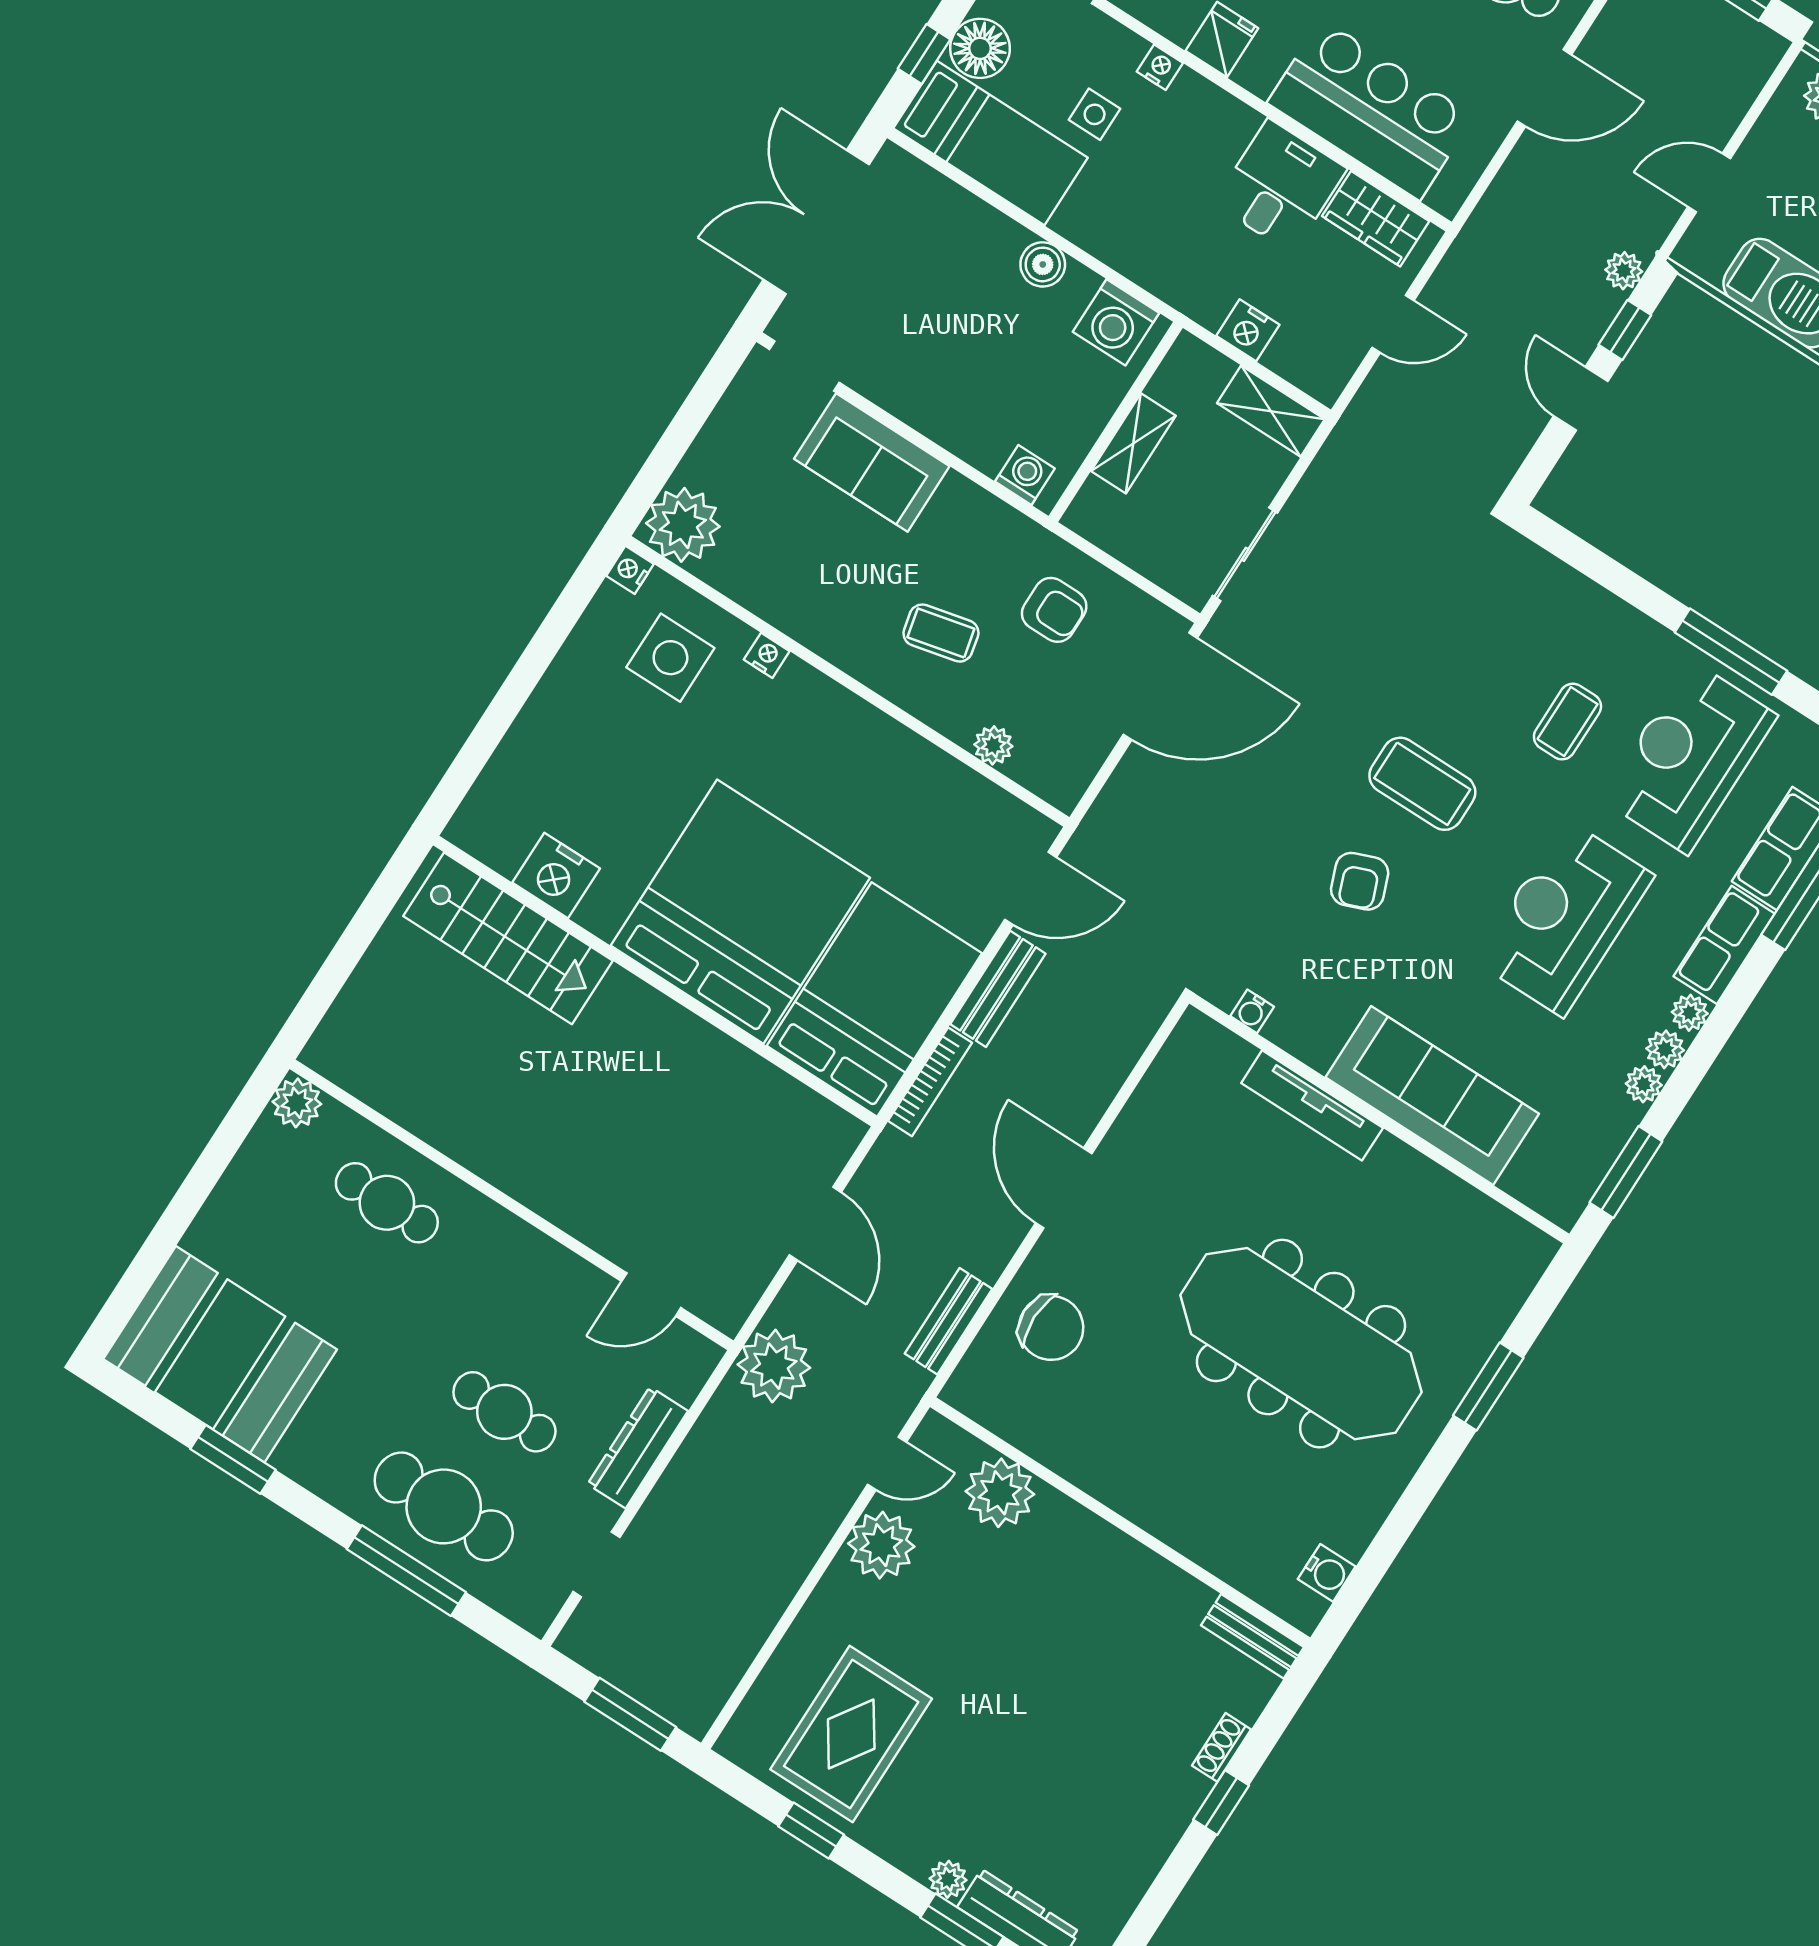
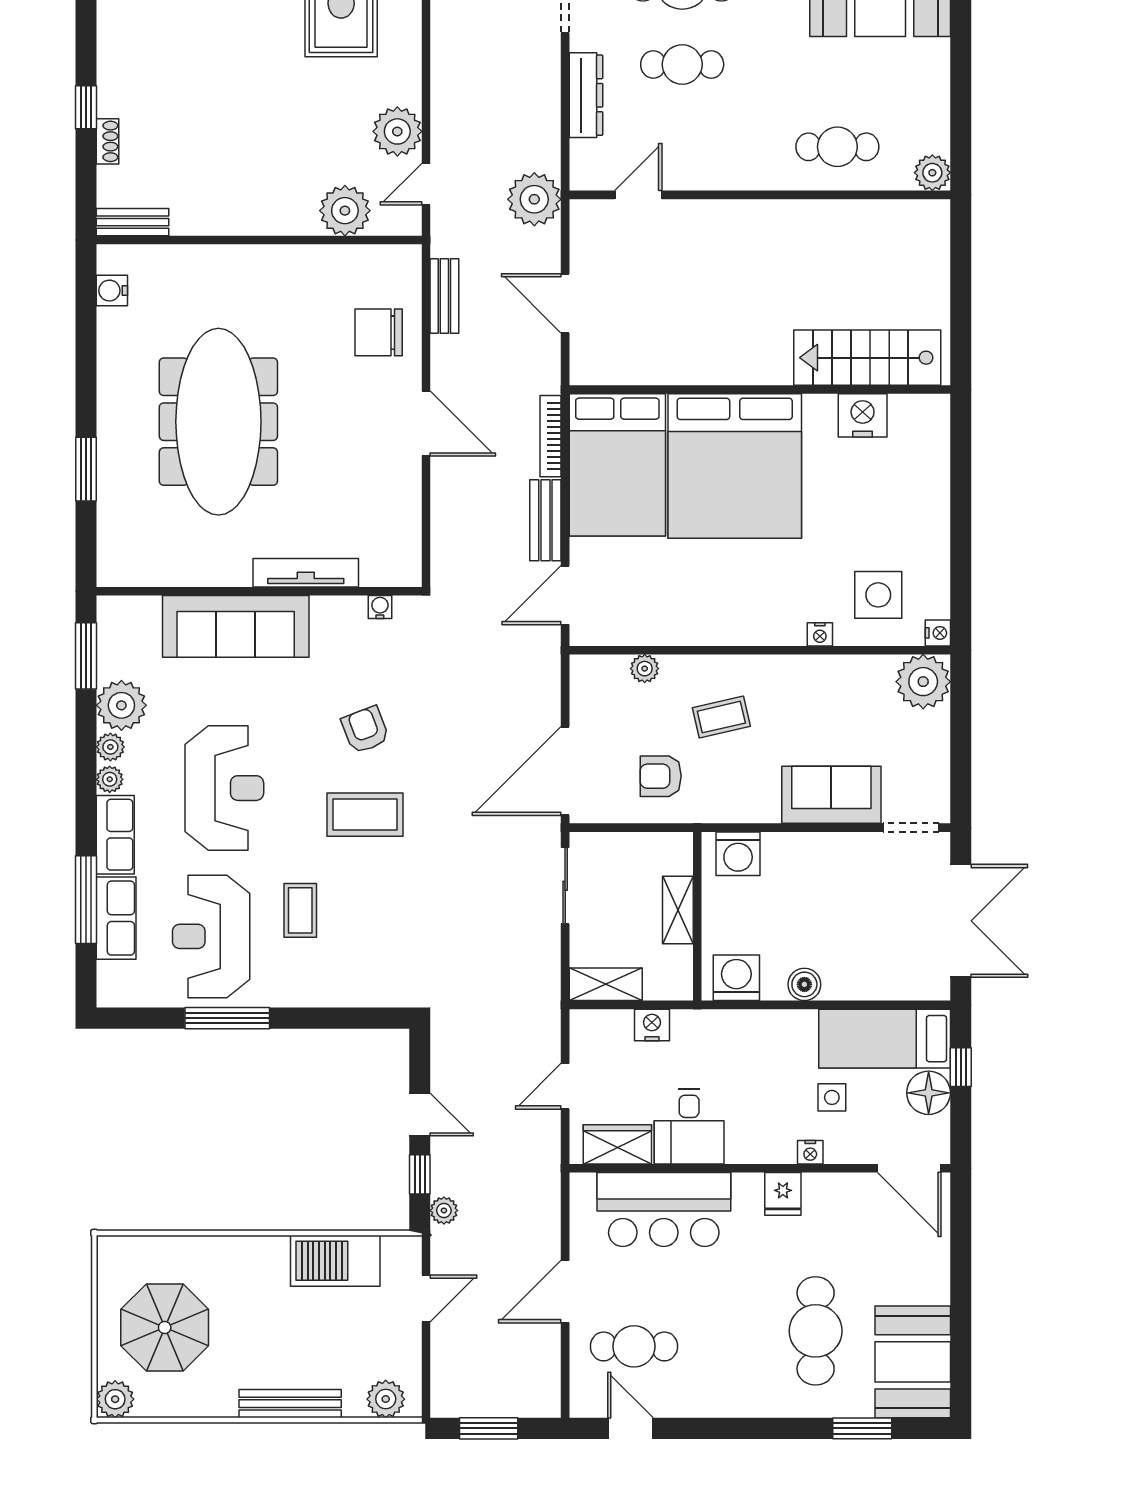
washing machine: (1025, 475) -> (738, 854), width x1.38, depth x1.38
reception desk: (1689, 757) -> (211, 936), turned 180
plant: (1644, 1084) -> (121, 705), width x1.88, depth x1.88
meeting table: (1301, 1344) -> (218, 422), turned 90

